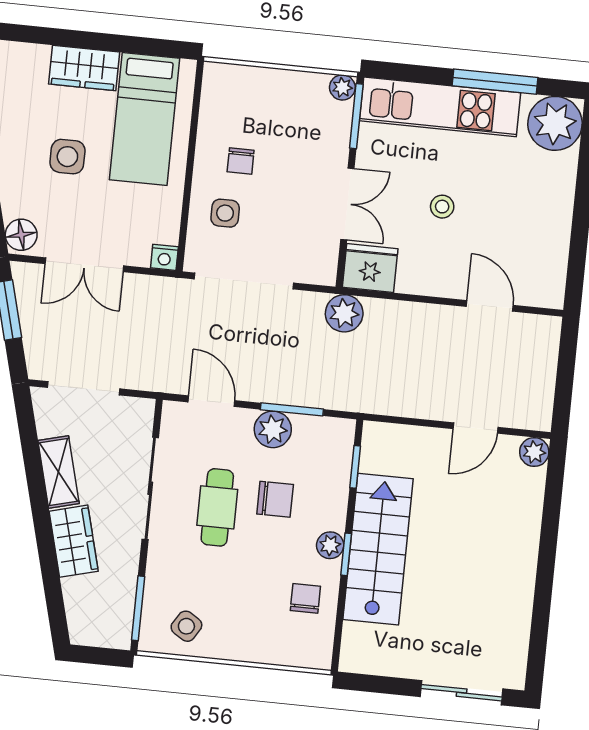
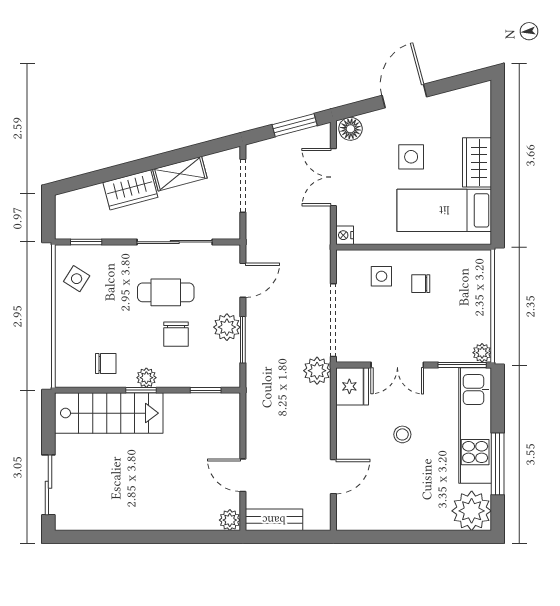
doorway: (244, 281) -> (333, 320), moved
bench: (540, 392) -> (274, 520), added
stairs: (378, 549) -> (109, 413), moved
window: (138, 608) -> (86, 242), width x0.67

